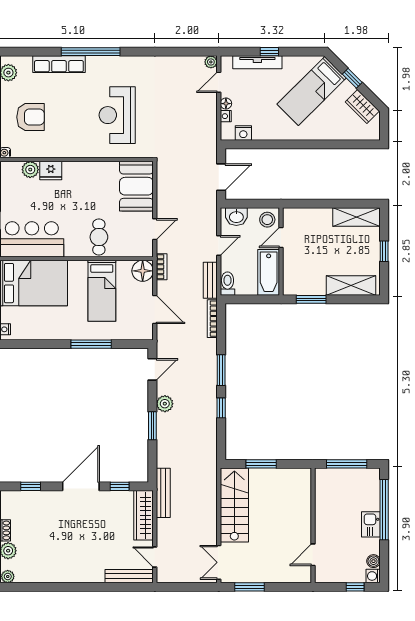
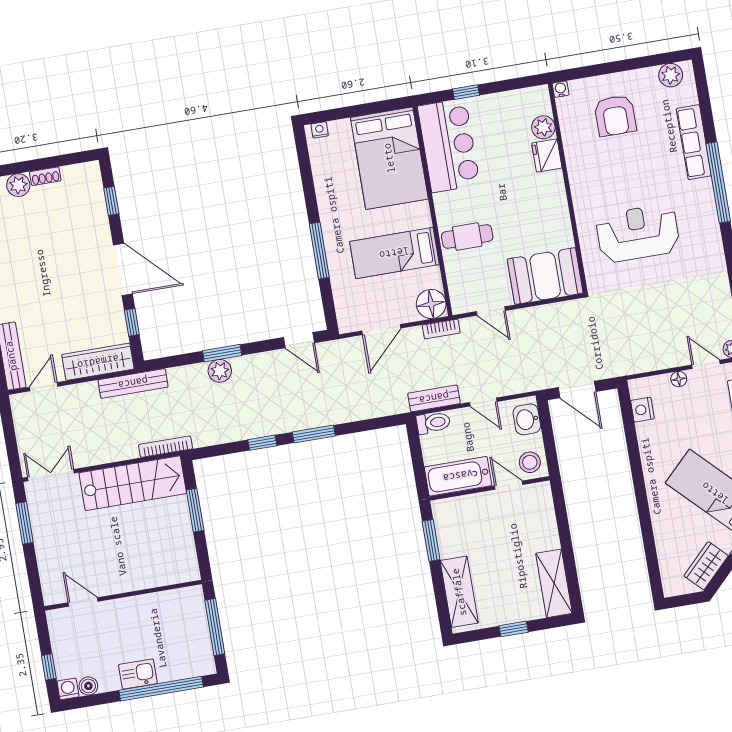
nightstand: (226, 116) -> (661, 382), removed
bookcase: (212, 319) -> (166, 447), moved
plant: (165, 404) -> (220, 371), moved

